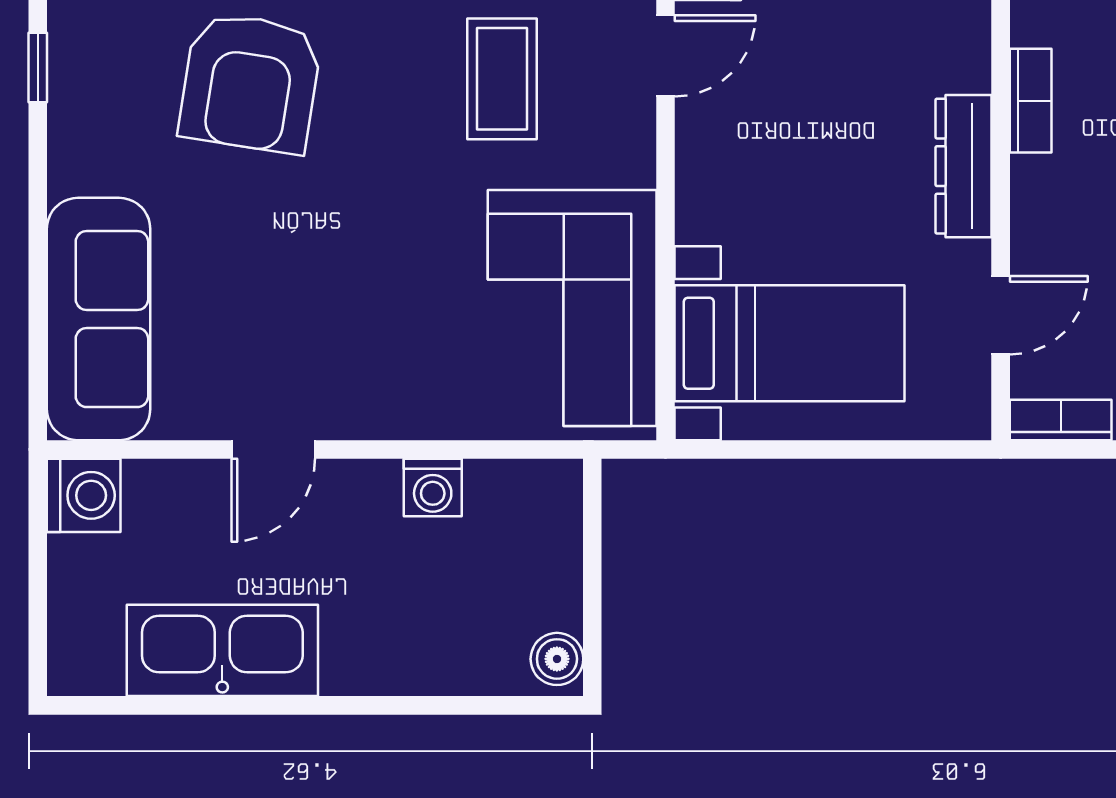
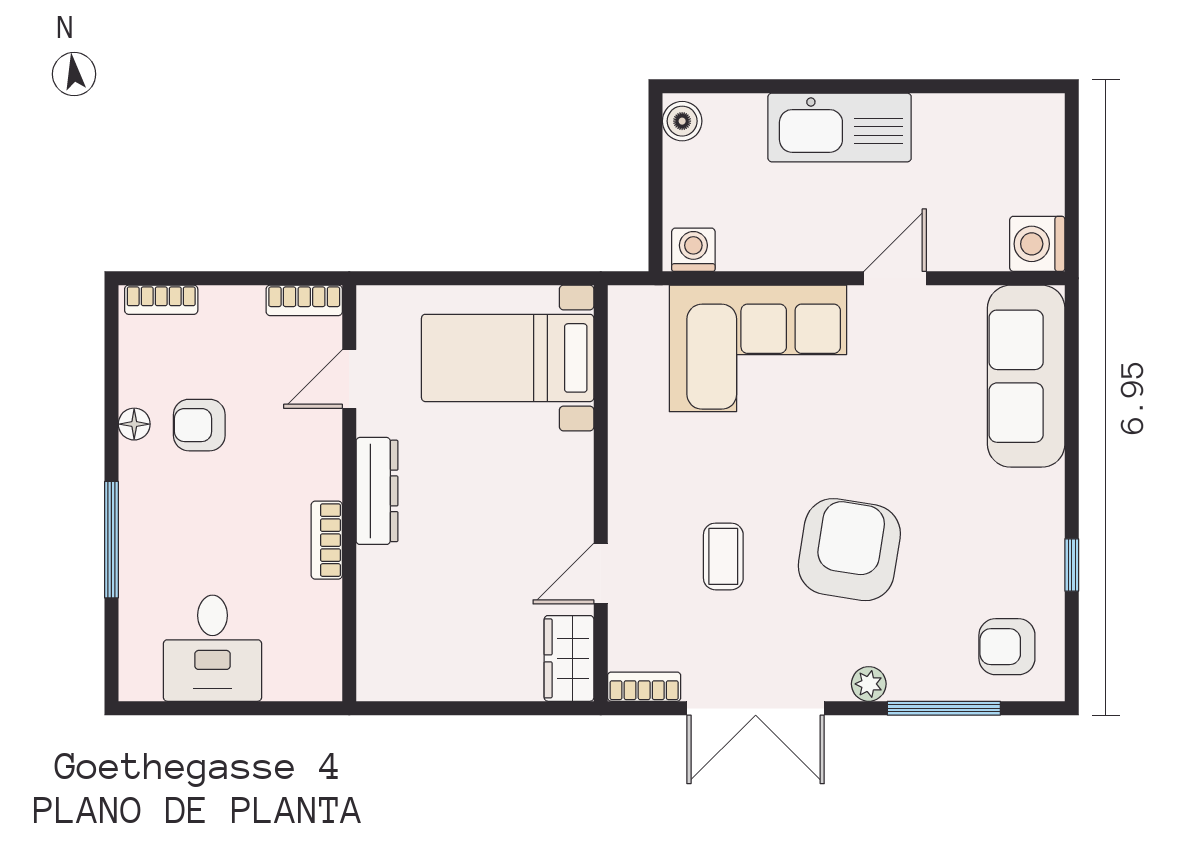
coffee table: (502, 79) -> (723, 556), width x0.73, depth x0.77
armchair: (250, 83) -> (849, 550), moved
corner sofa: (572, 308) -> (758, 348), moved, turned 90
washing machine: (433, 488) -> (693, 250), moved
kitchen sink: (222, 650) -> (840, 128), moved

